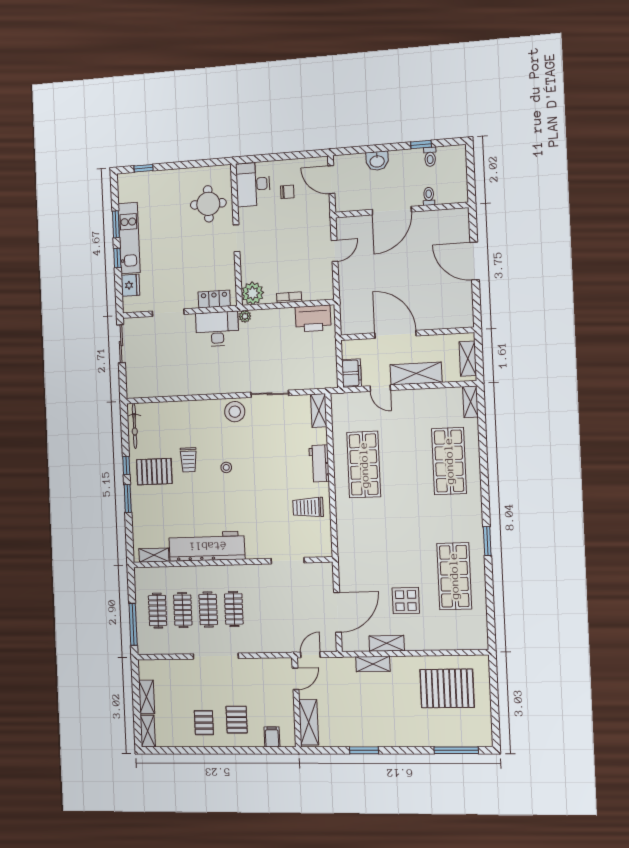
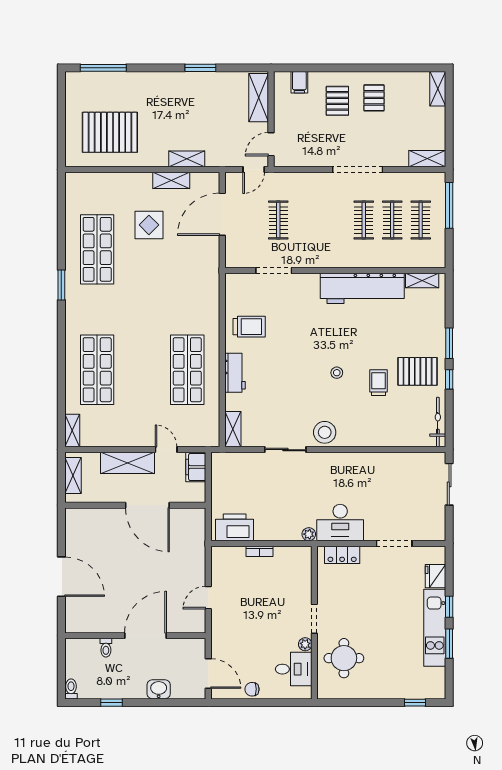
toilet: (430, 157) -> (71, 689), moved
desk: (253, 184) -> (294, 669), width x0.73
chair: (287, 192) -> (252, 689), moved
plant: (253, 293) -> (305, 644), moved, width x0.53, depth x0.53
sliding door: (121, 344) -> (449, 484), moved
clothes rail: (234, 609) -> (278, 220), moved
shelving: (147, 697) -> (427, 159), moved, turned 90

